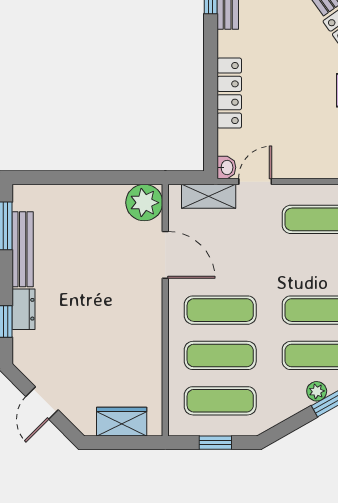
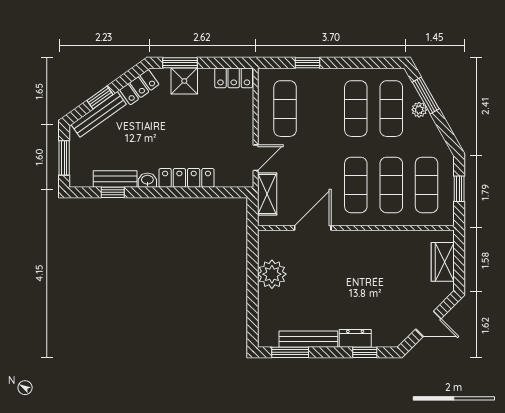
washbasin: (226, 167) -> (147, 180), moved
door: (255, 182) -> (256, 158), swing flipped
plant: (144, 203) -> (272, 274), moved

